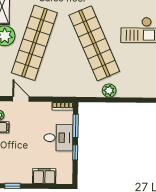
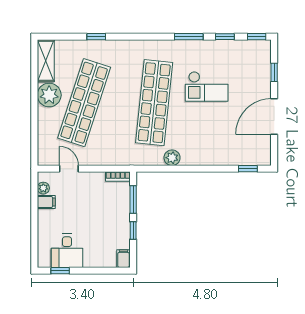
shop shelf: (94, 43) -> (154, 103), turned 30
desk: (58, 138) -> (67, 251), moved, turned 90
filing cabinet: (44, 176) -> (124, 259), moved, width x0.50

